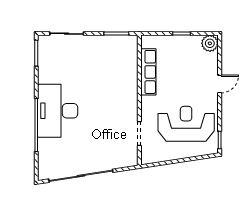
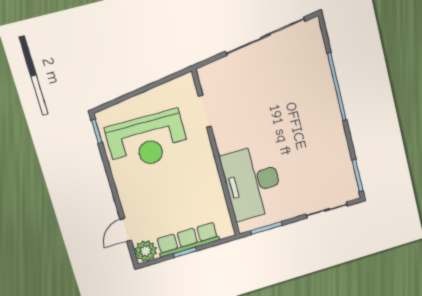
row of seats: (148, 72) -> (188, 240), moved, turned 90
door: (220, 84) -> (126, 230), moved
desk: (58, 111) -> (252, 182), moved, turned 180

